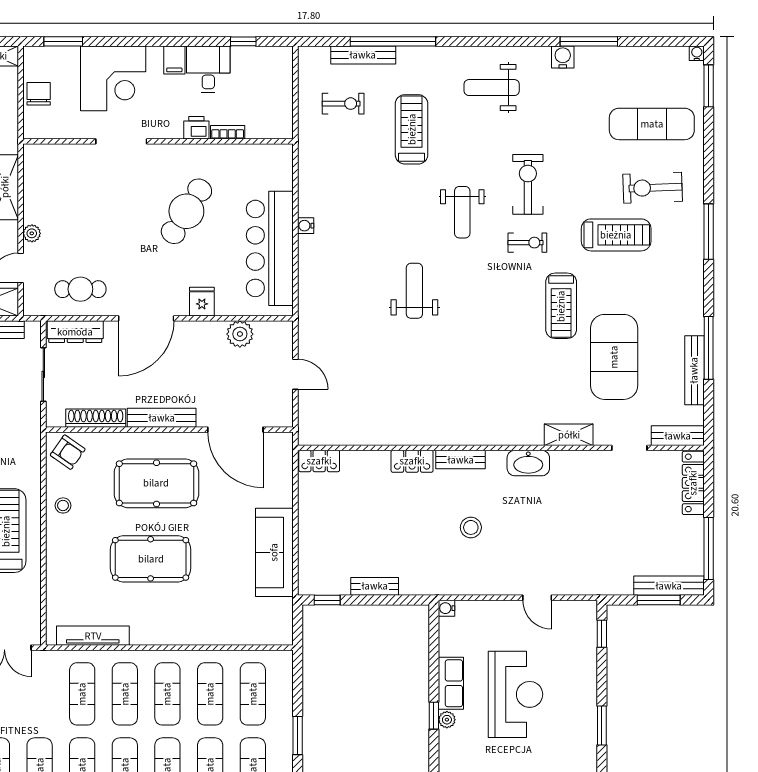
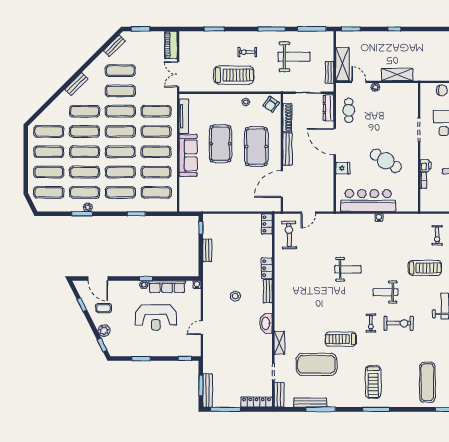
exercise bike: (653, 188) -> (289, 235), moved
treadmill: (616, 235) -> (373, 382), moved
plant: (240, 334) -> (327, 186), removed
sofa: (274, 552) -> (188, 155), moved, turned 90
row of seats: (451, 683) -> (167, 287), width x1.48

